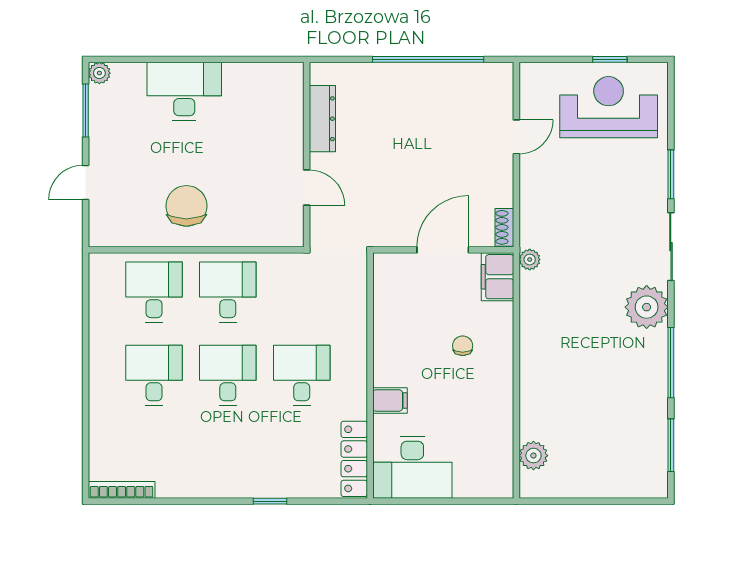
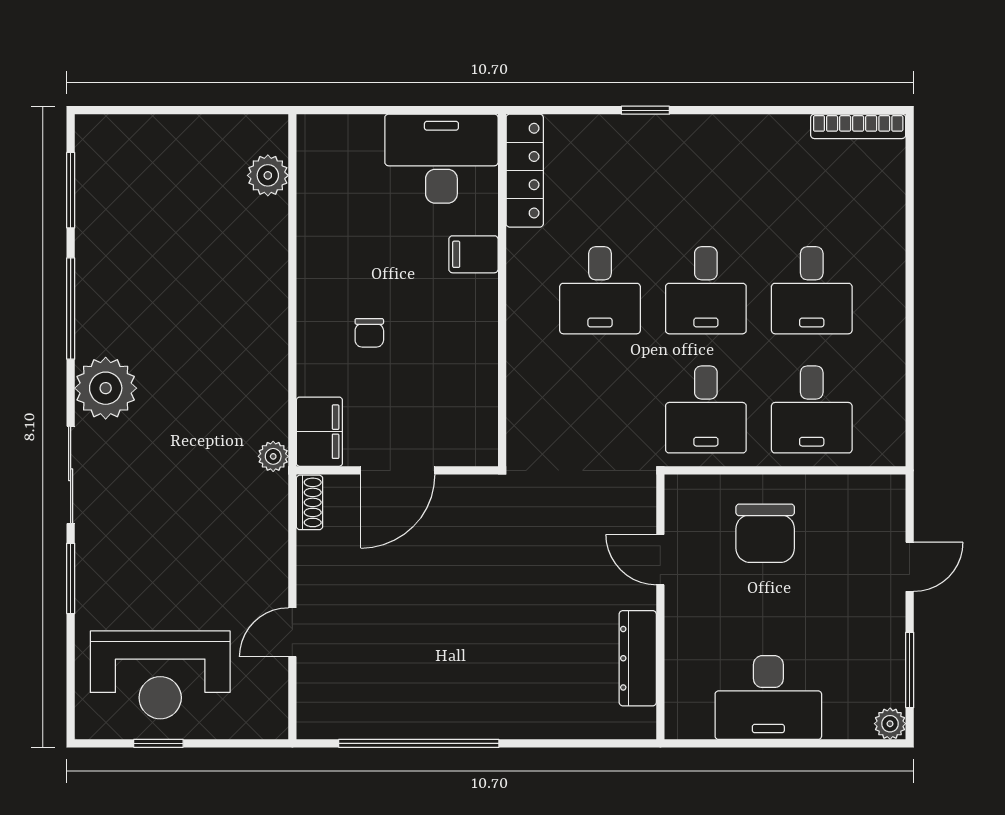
dresser: (322, 119) -> (638, 658), moved
wall: (307, 155) -> (660, 607), moved
door: (307, 188) -> (660, 560), moved

